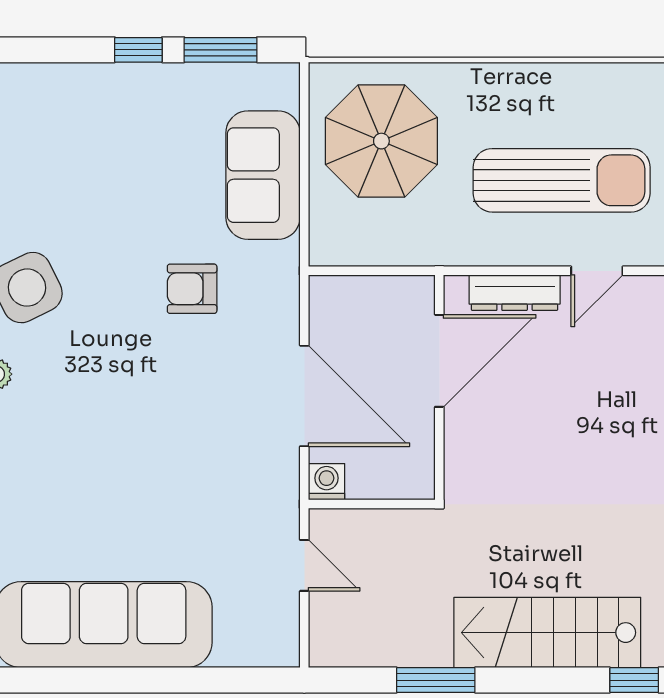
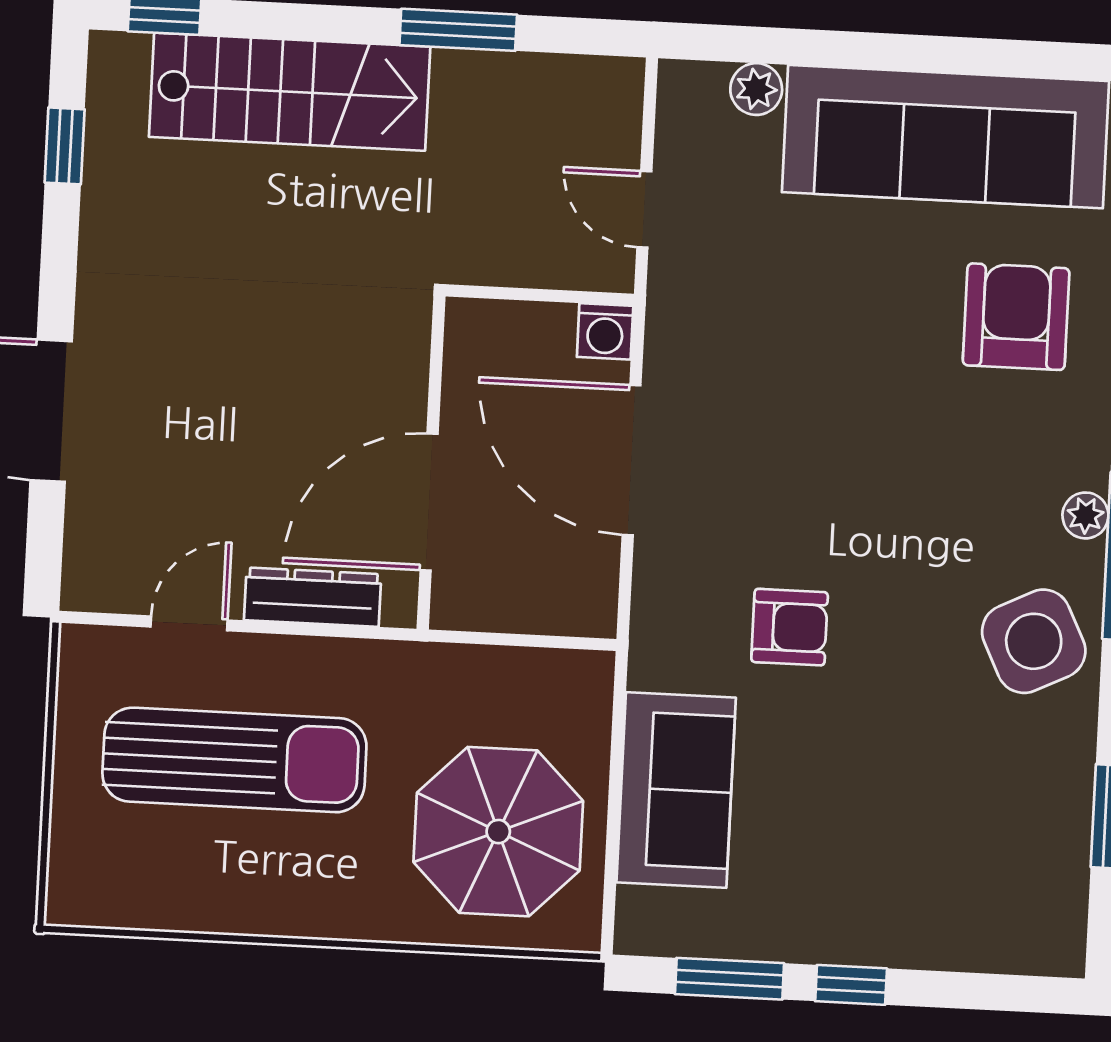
sun lounger: (562, 180) -> (234, 760), turned 180
armchair: (50, 506) -> (1016, 317), added
plant: (233, 650) -> (756, 89), added

